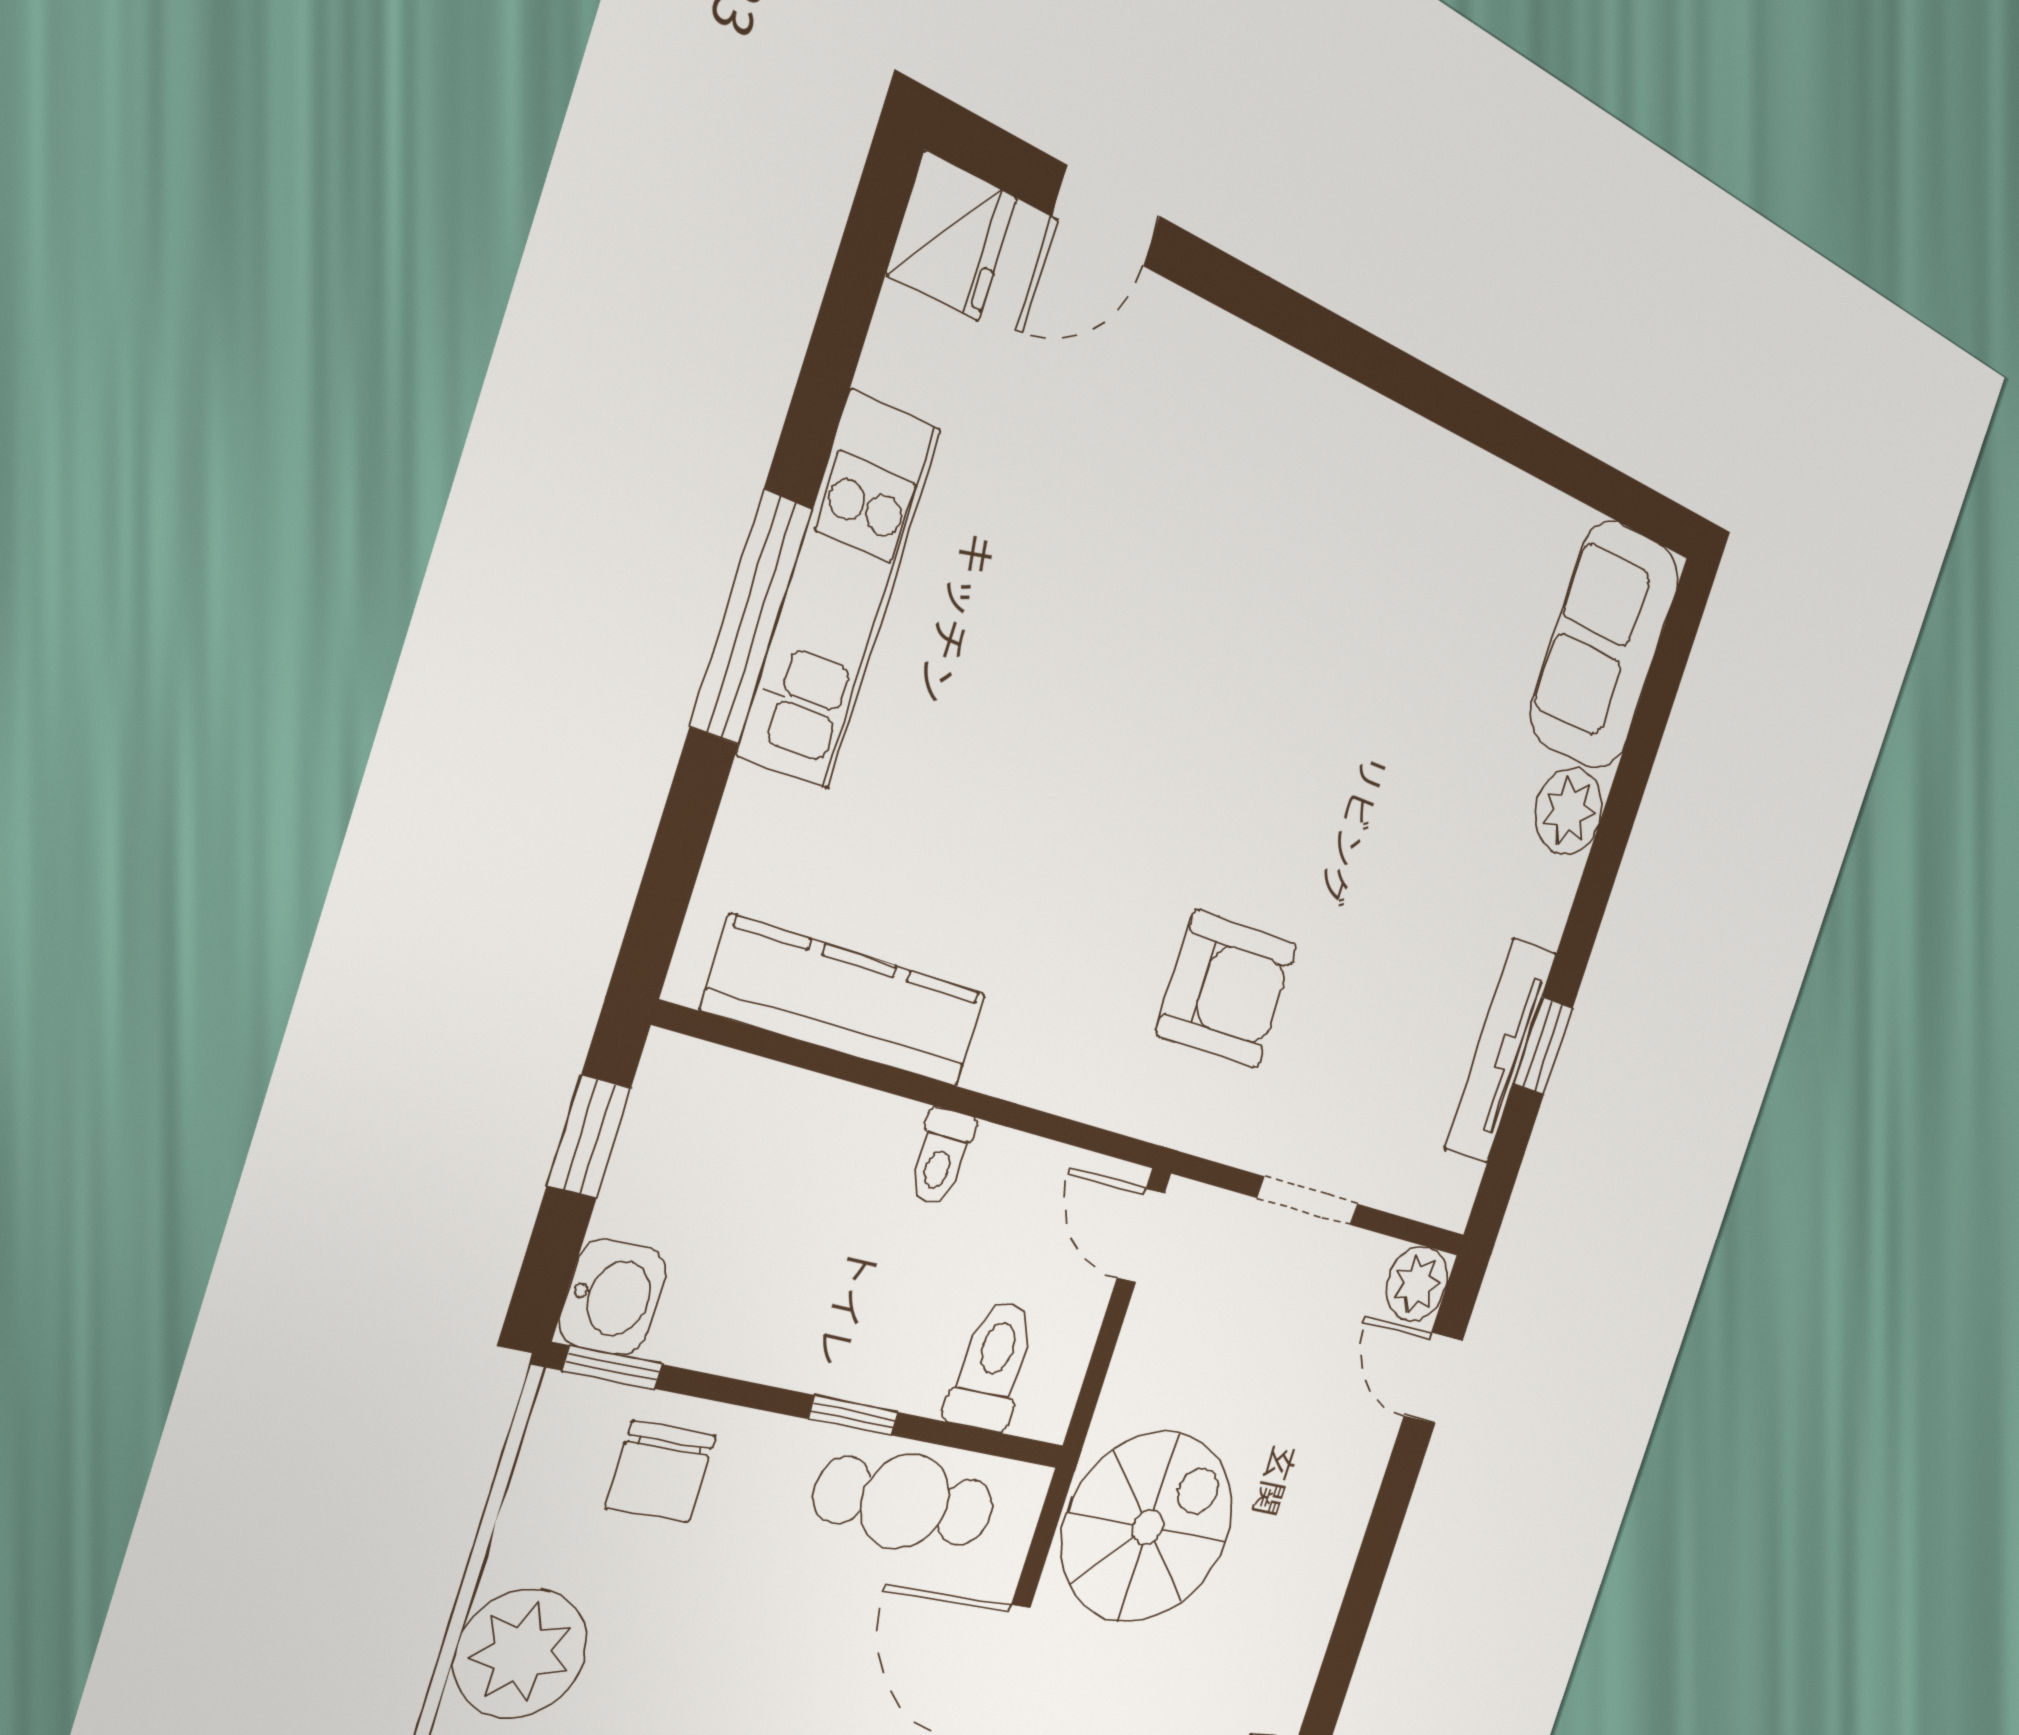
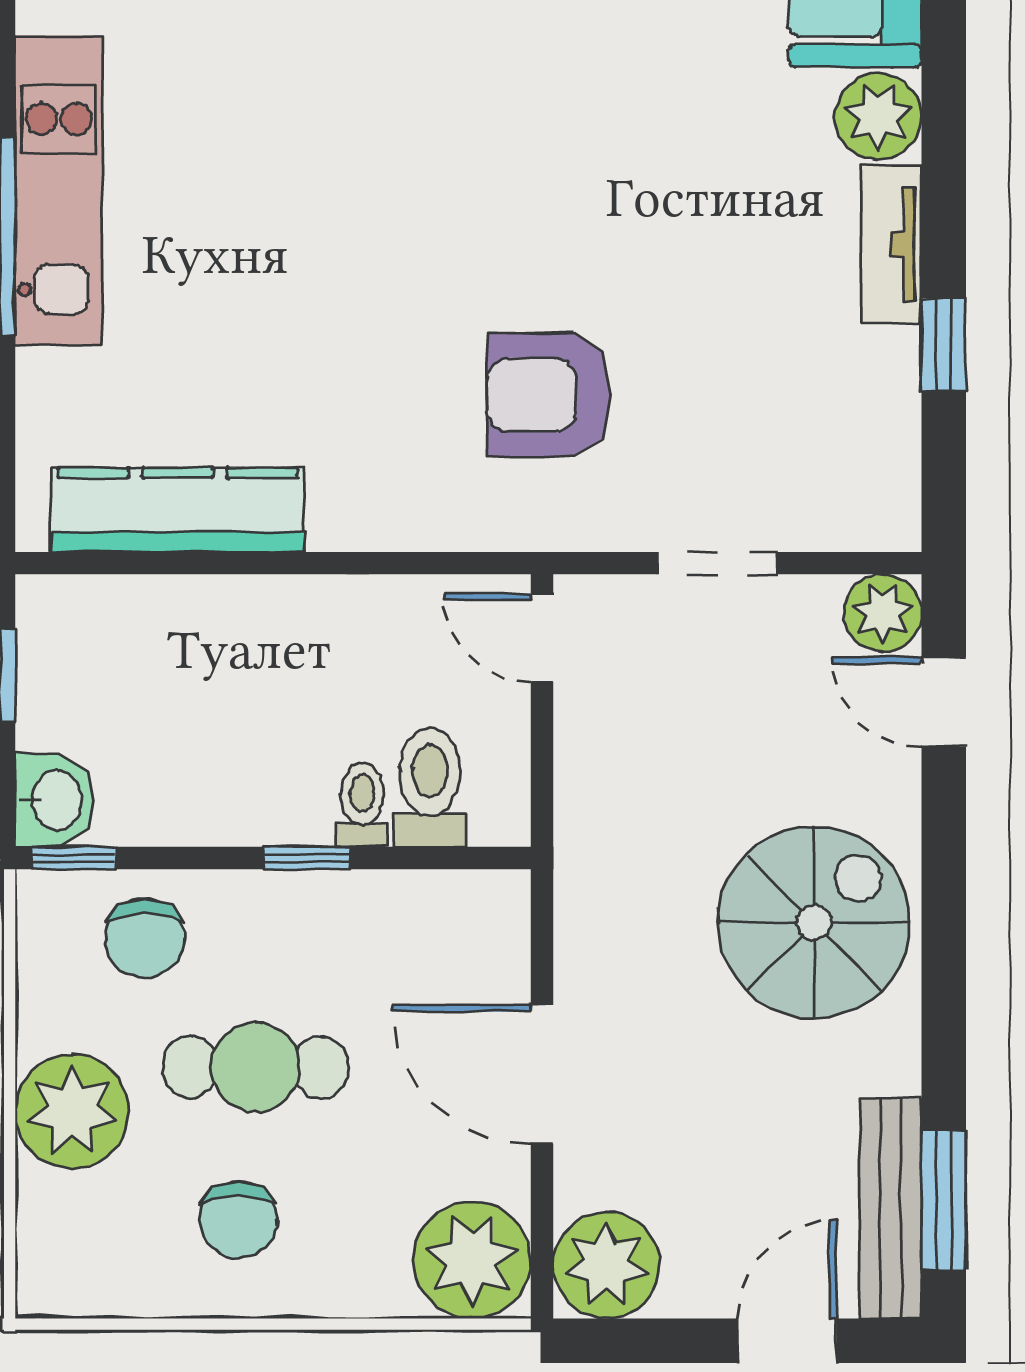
armchair: (1227, 989) -> (549, 395), turned 180
tv unit: (1500, 1051) -> (891, 244), moved, width x0.71
toilet: (941, 1157) -> (362, 805), moved, turned 180
cafe table: (904, 1501) -> (255, 1067), moved
spiral stairs: (1148, 1527) -> (814, 923), moved

